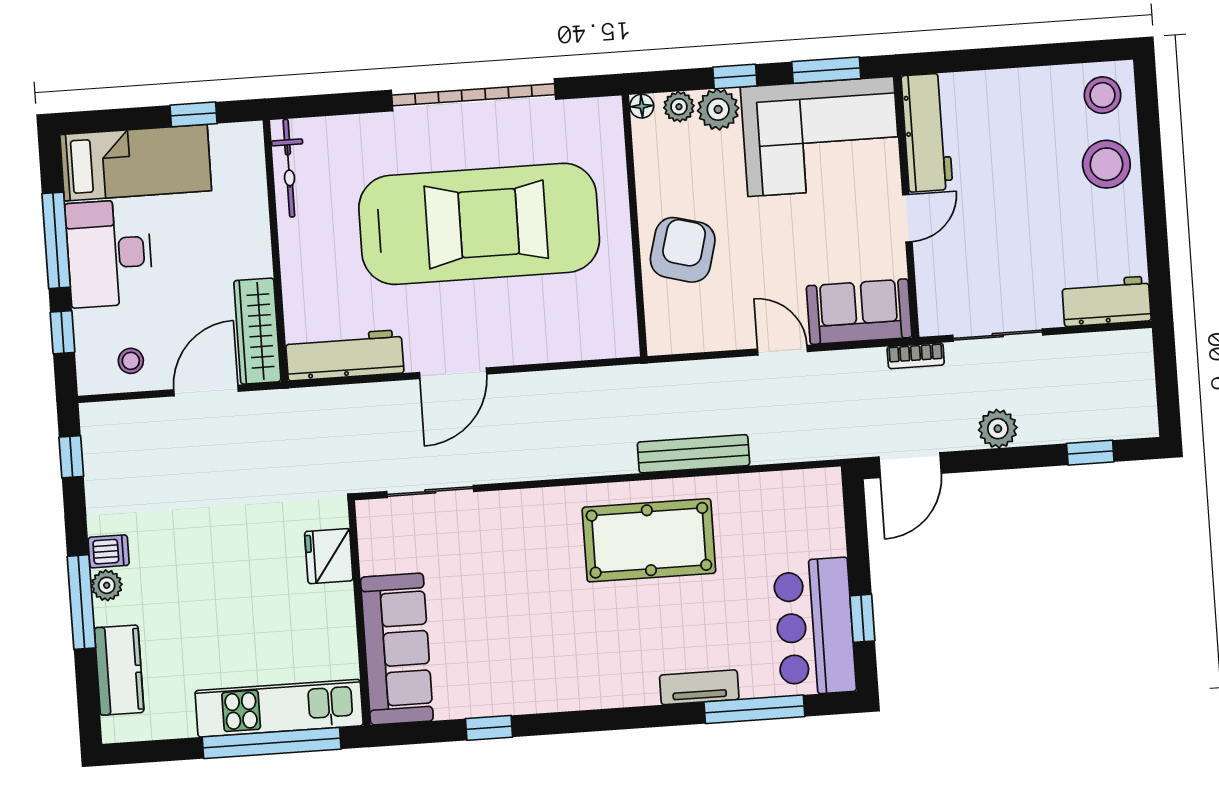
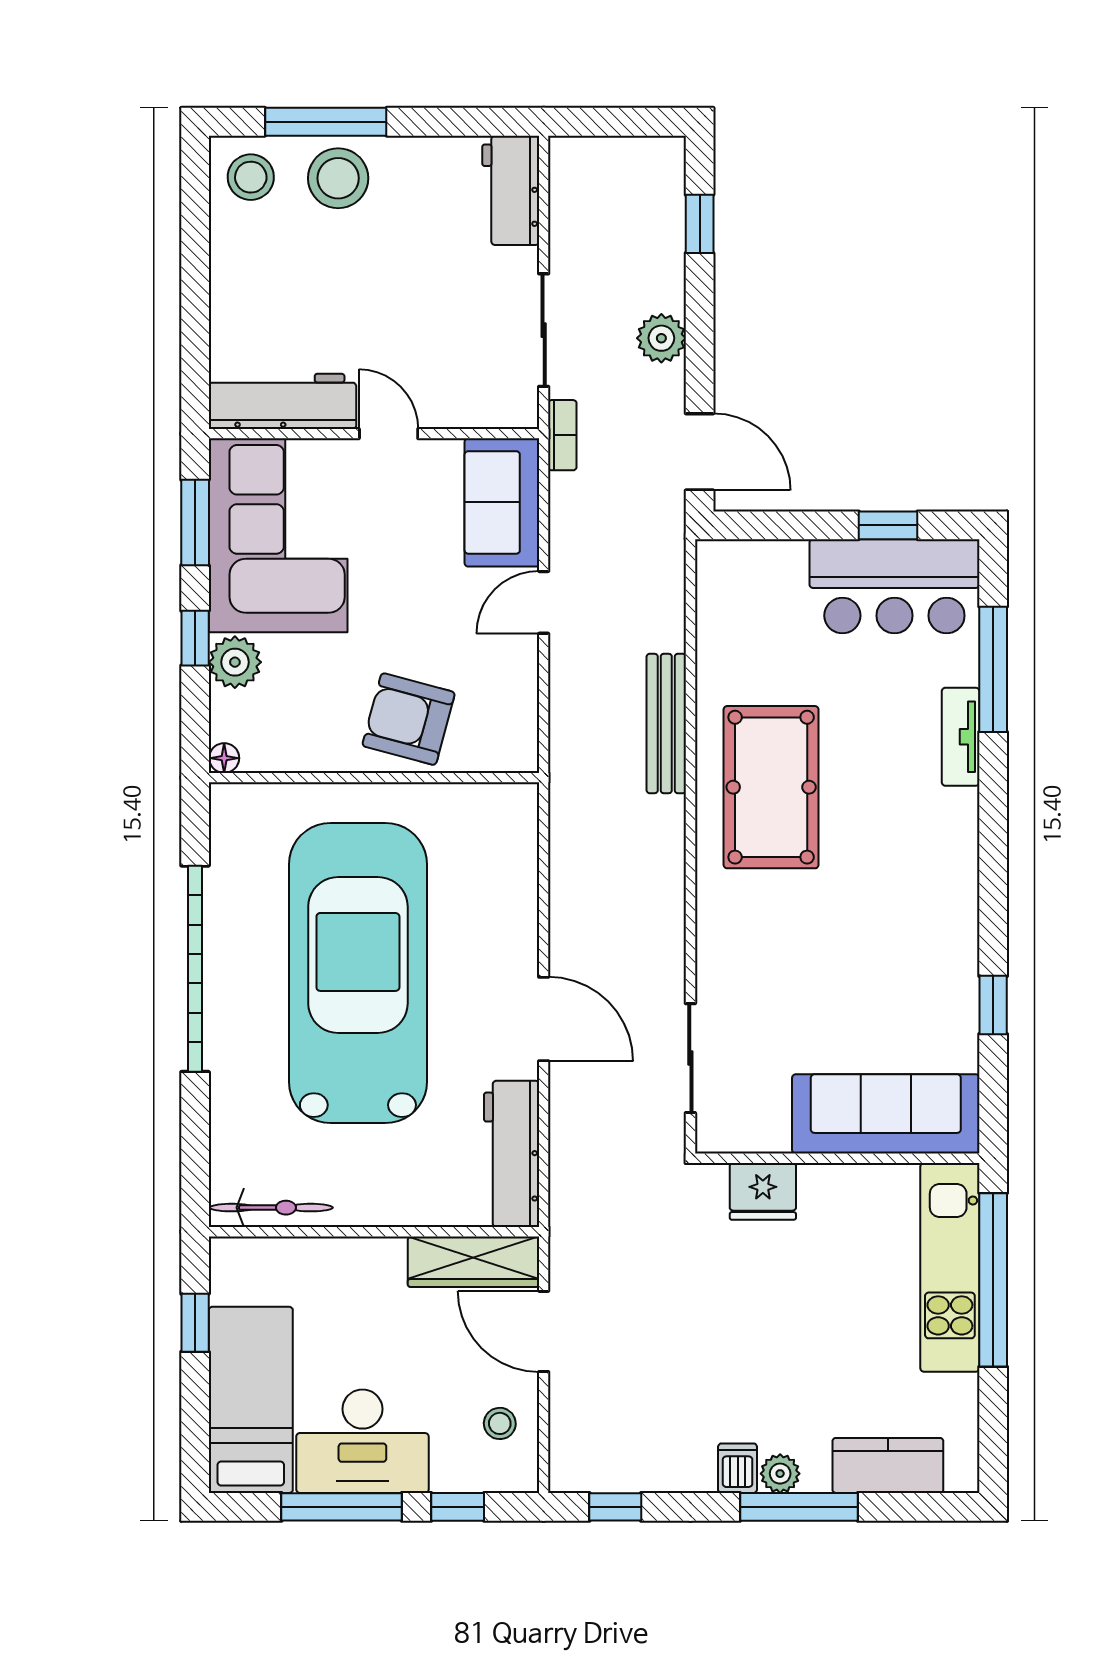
plant: (679, 107) -> (228, 711), removed
window: (1150, 151) -> (326, 122), added

